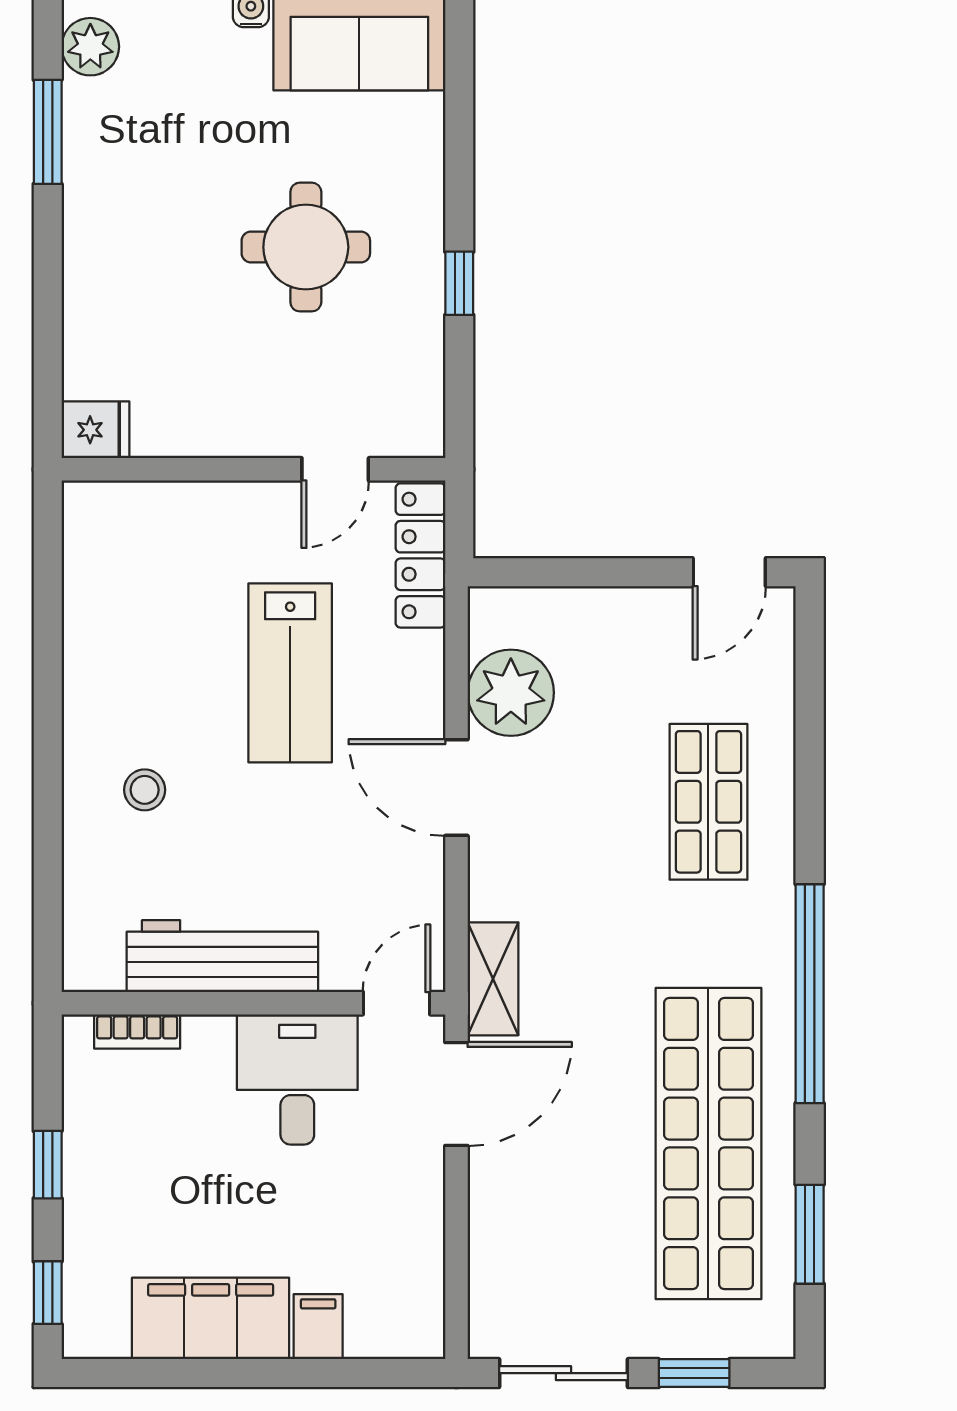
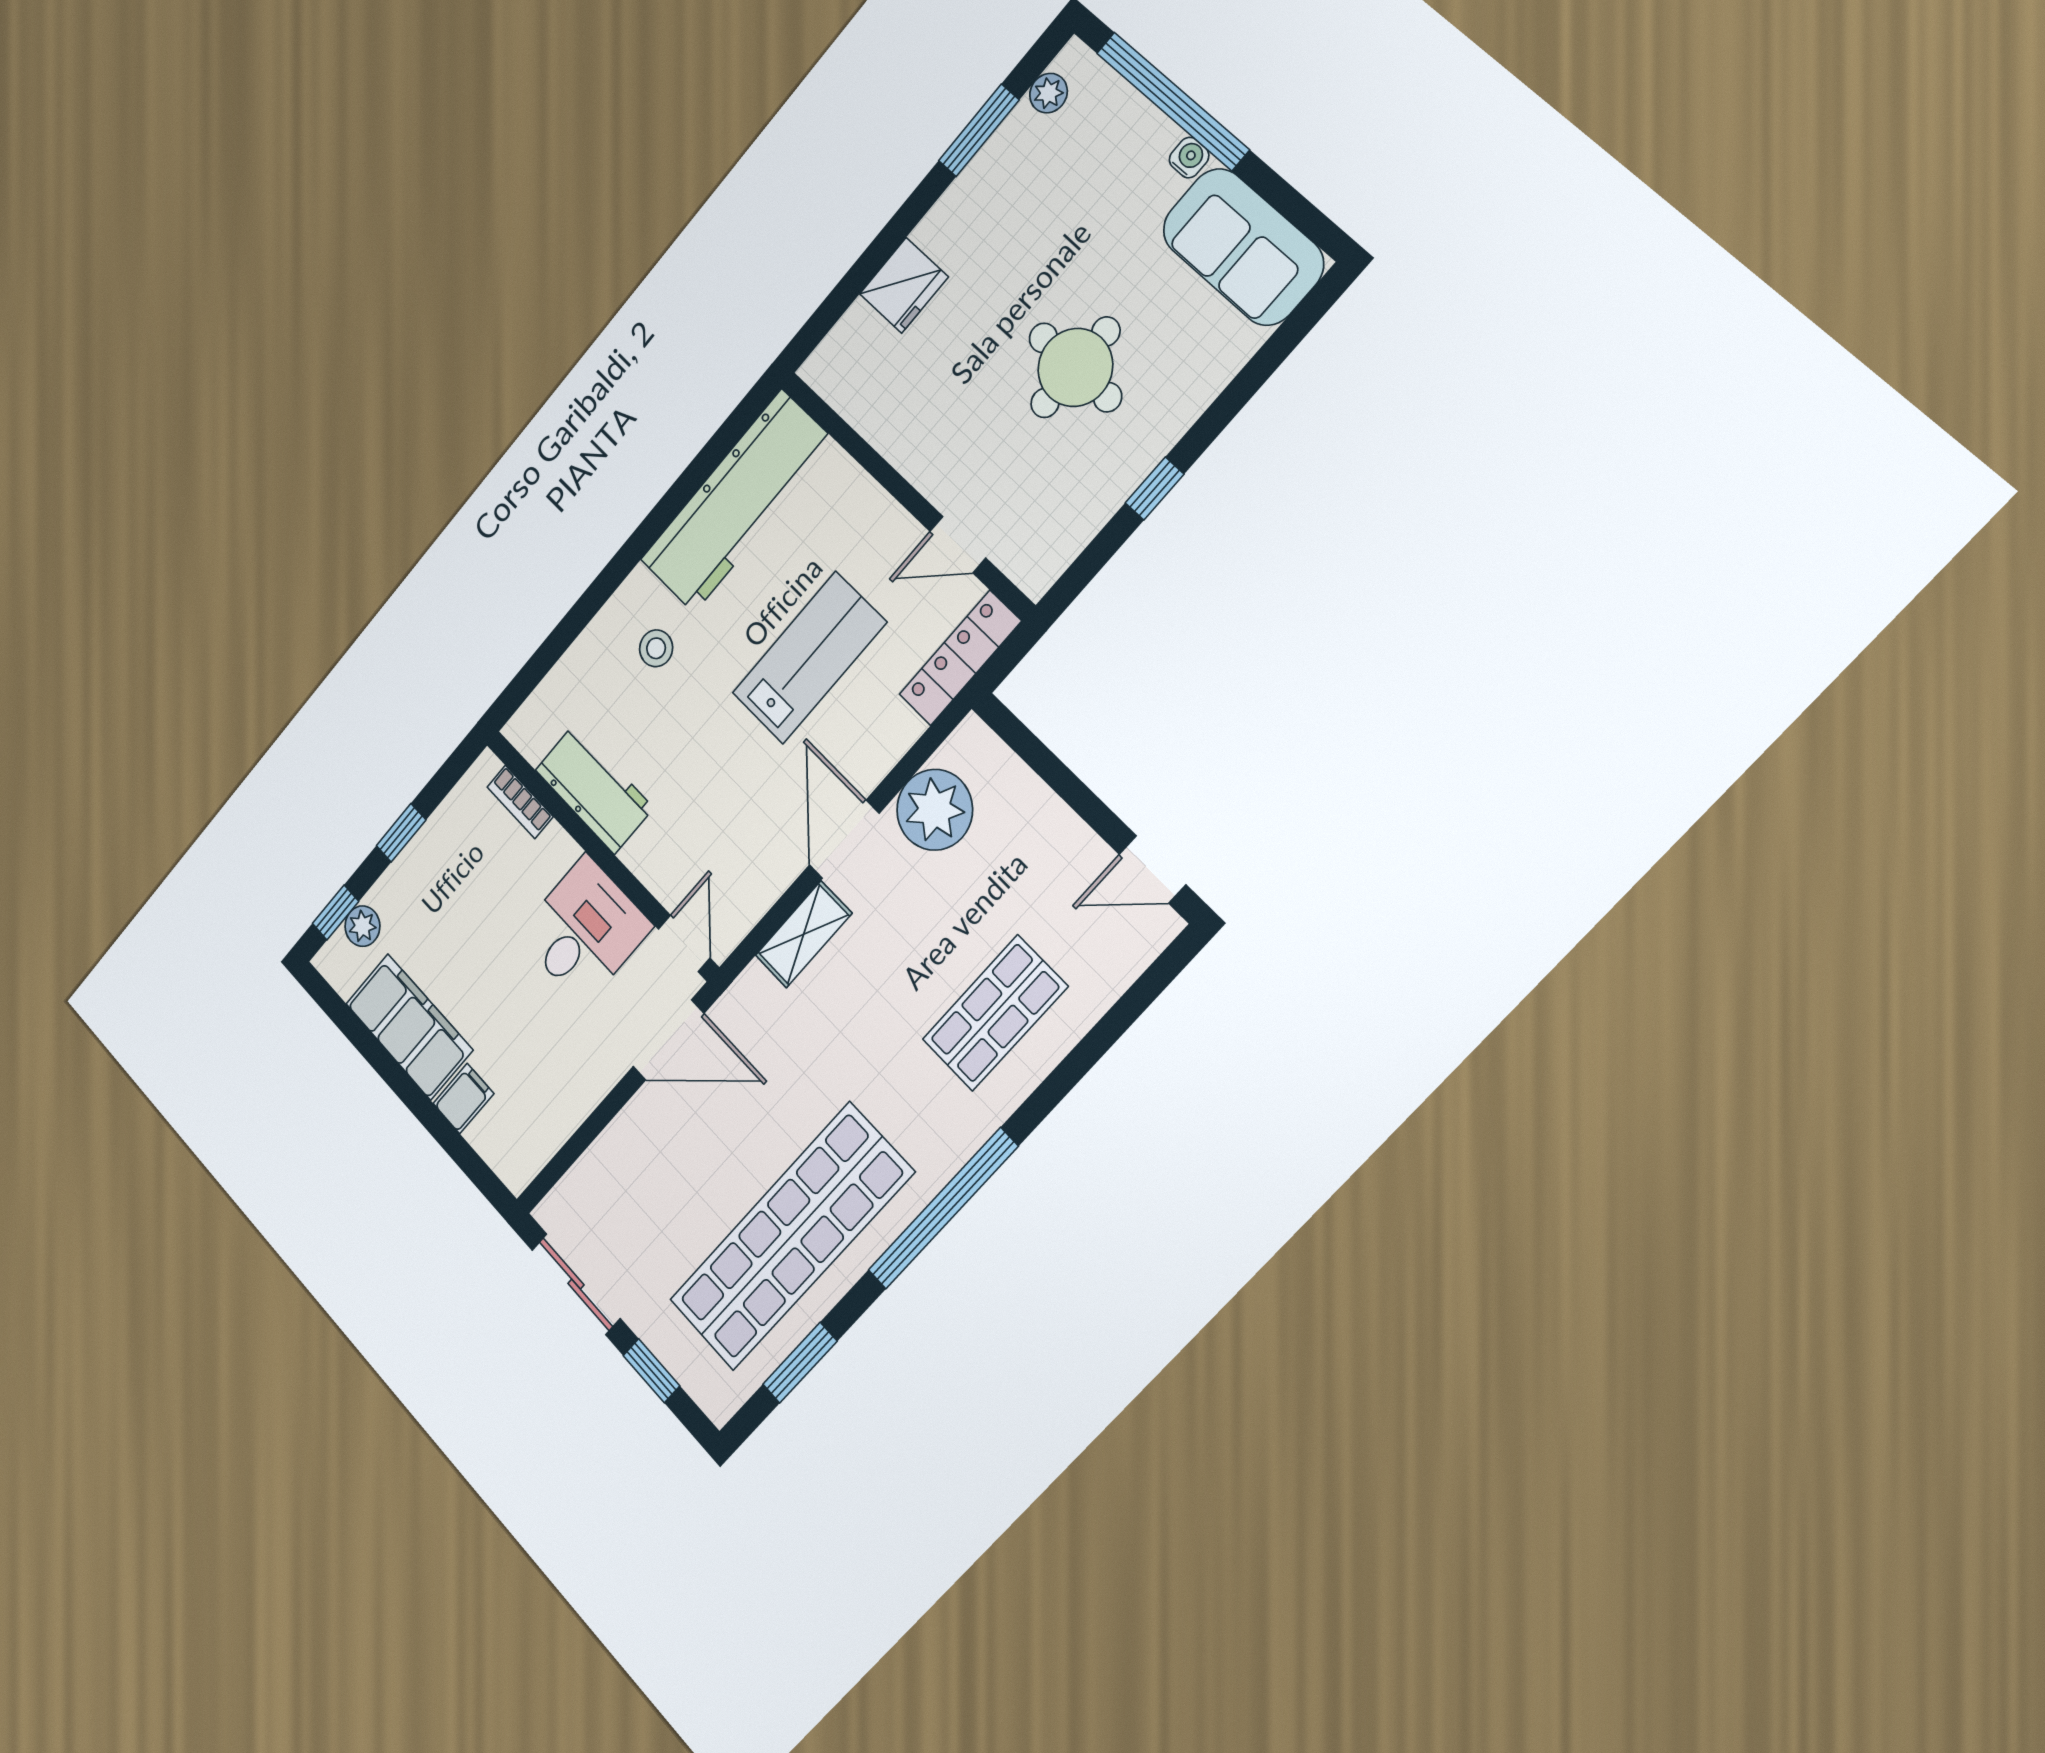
plant: (90, 47) -> (1049, 93), width x0.73, depth x0.73
fridge: (95, 430) -> (904, 285), moved, width x1.38
workbench: (107, 606) -> (737, 502), added
lab bench: (290, 673) -> (809, 658), turned 180
workbench: (222, 956) -> (594, 789), width x0.73
shelving: (493, 979) -> (804, 934), moved
door: (396, 1003) -> (684, 943), hinge flipped
plant: (85, 1279) -> (362, 926), added

